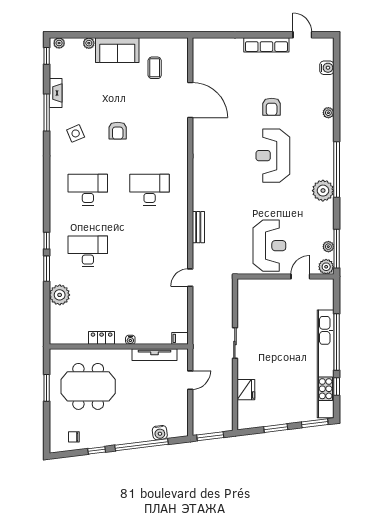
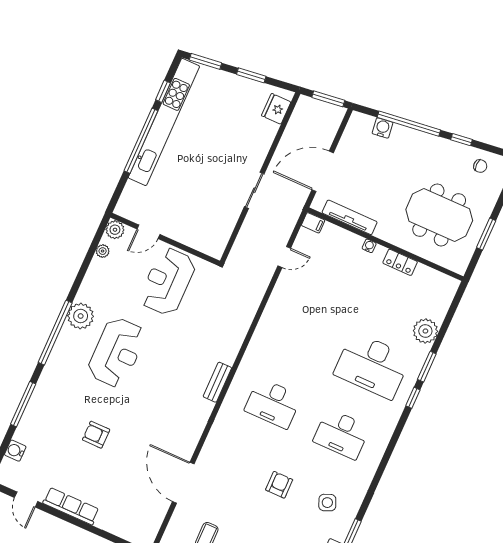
armchair: (272, 107) -> (96, 435), turned -90
plant: (328, 113) -> (36, 400), removed
reception desk: (273, 156) -> (117, 352), moved
bench: (198, 227) -> (217, 382), moved
window: (337, 249) -> (23, 404), moved
desk: (88, 251) -> (372, 366), width x1.36, depth x1.30
door: (190, 278) -> (284, 257), moved
door: (190, 380) -> (323, 171), width x1.88
fridge: (246, 390) -> (276, 109), moved

